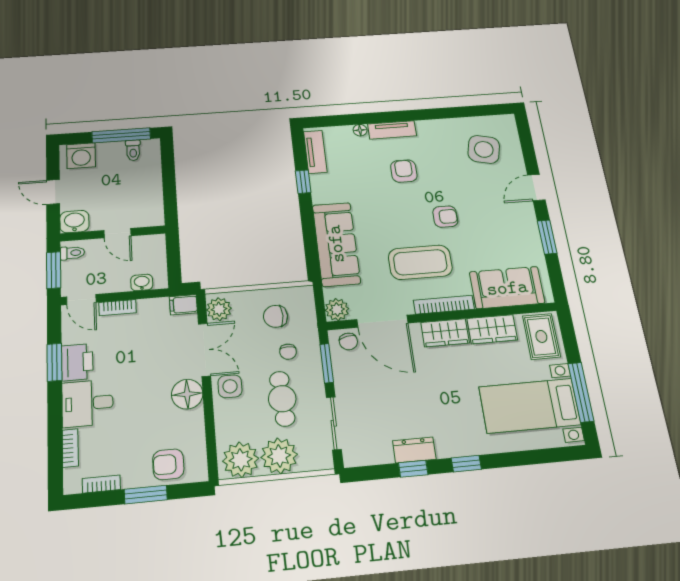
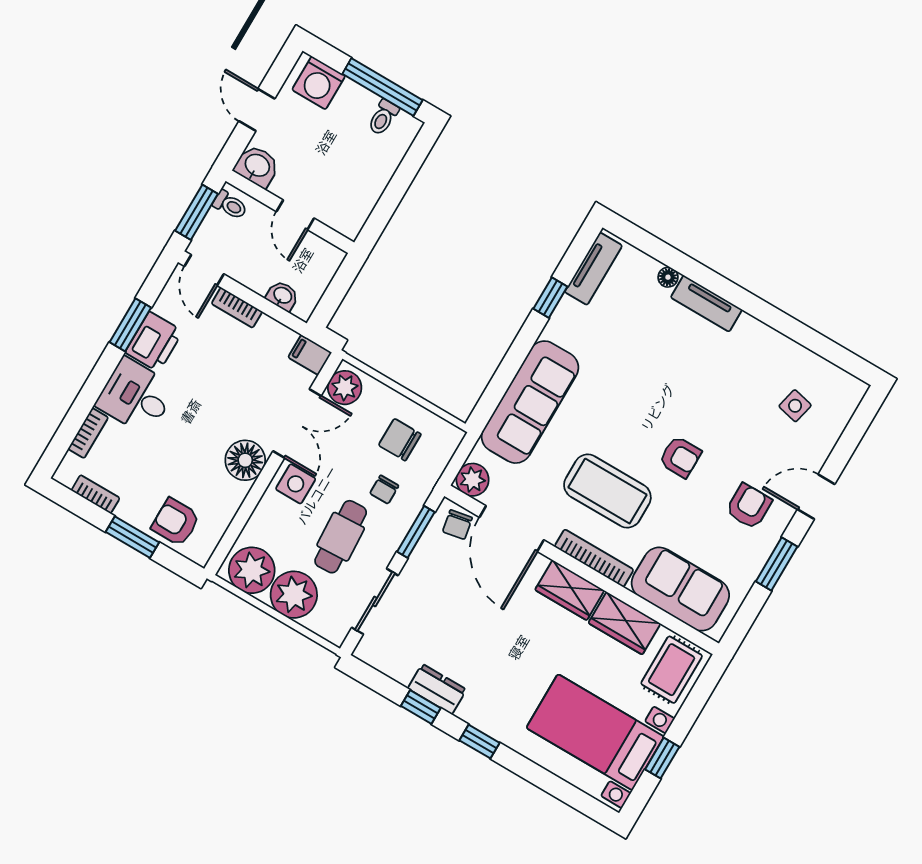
side table: (484, 149) -> (795, 406), width x0.54, depth x0.54
armchair: (404, 171) -> (749, 506), moved
window: (581, 392) -> (662, 758), width x0.46

